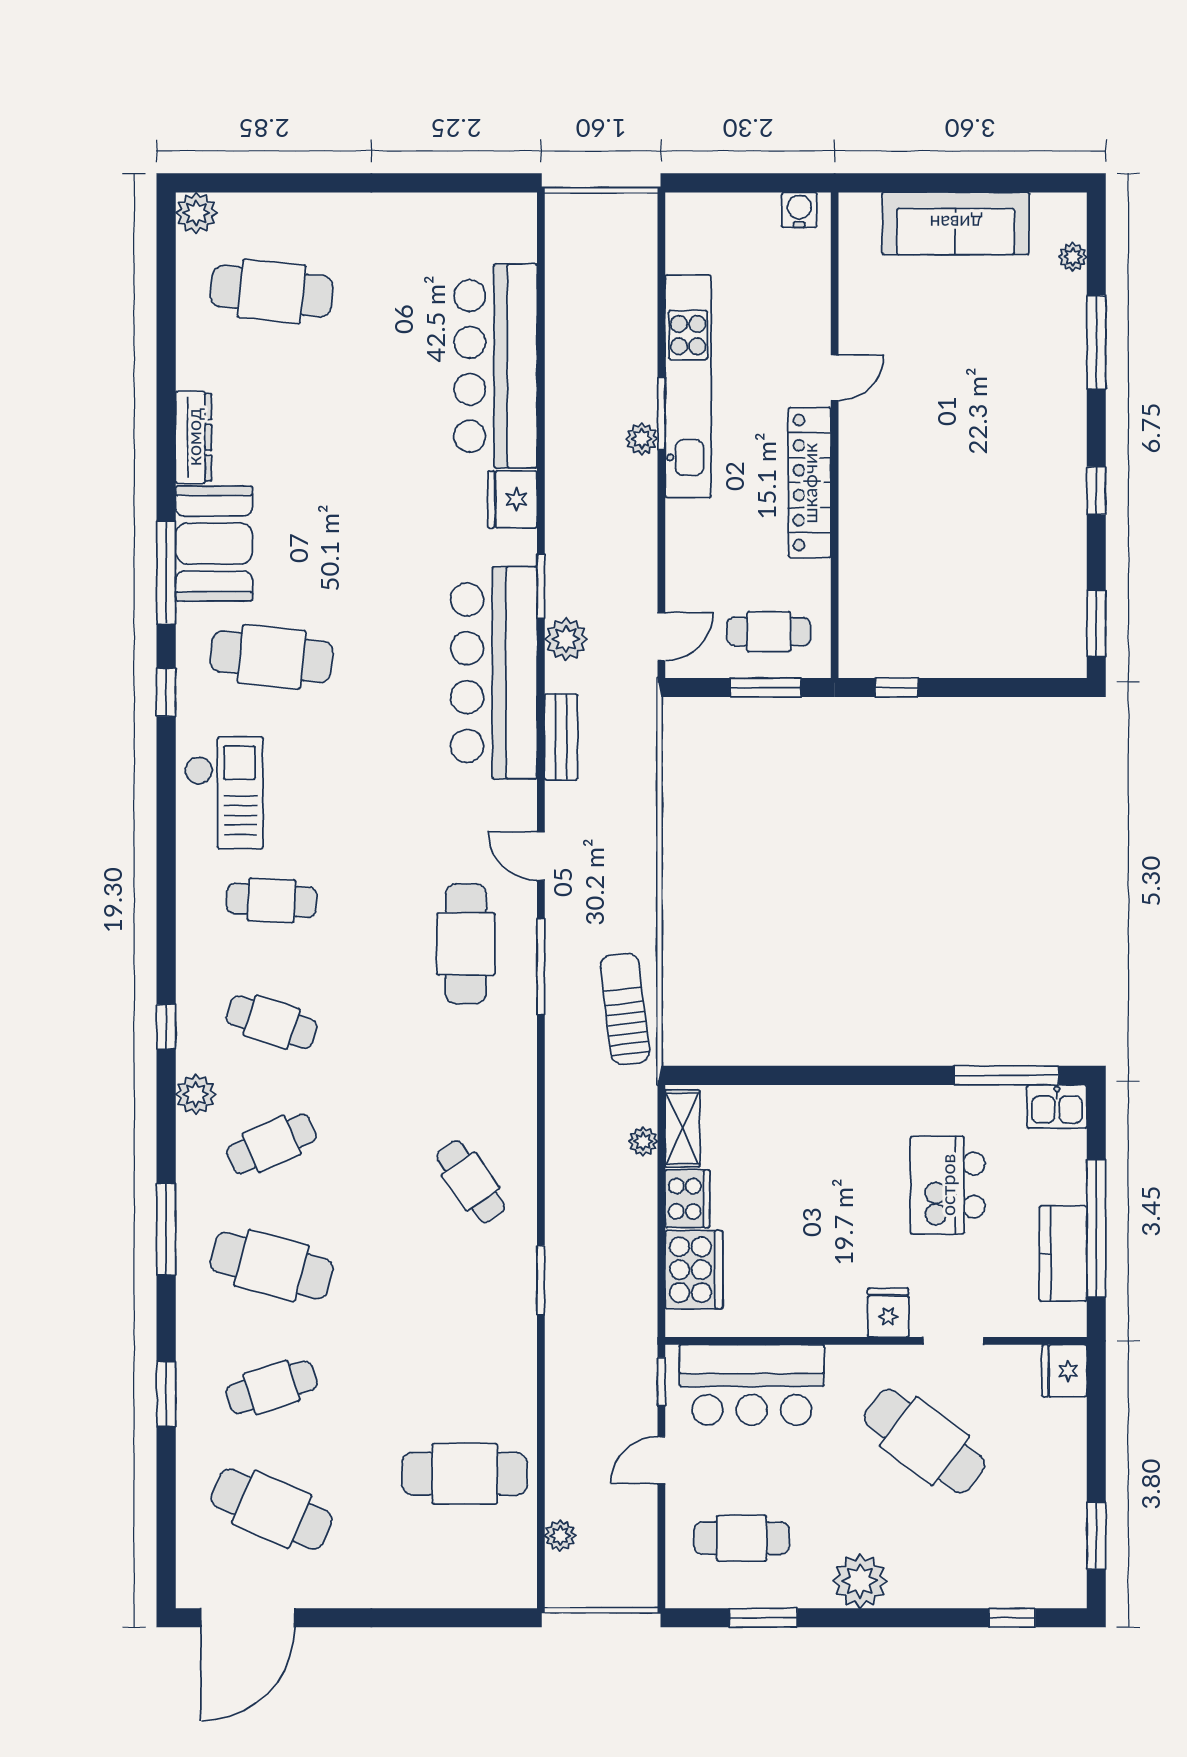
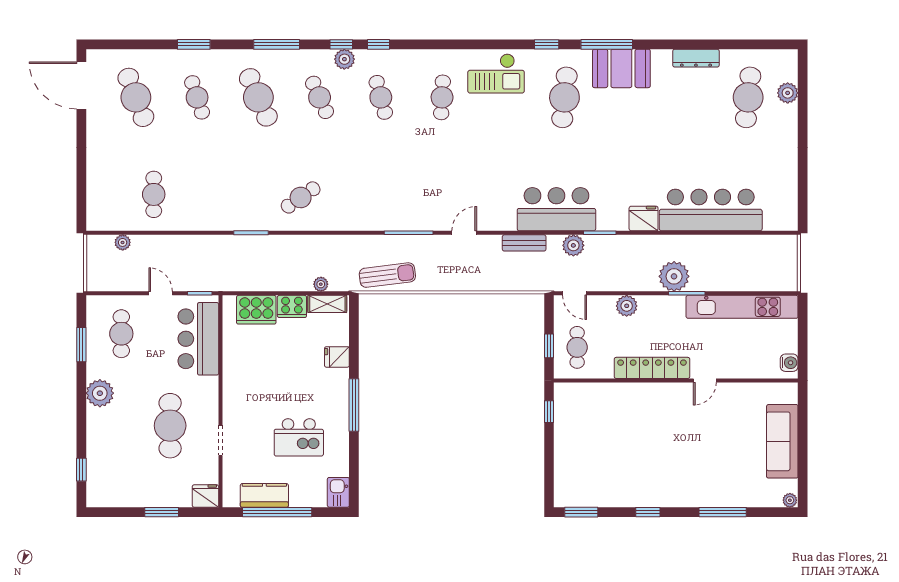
plant: (196, 213) -> (788, 93), moved
plant: (1073, 257) -> (790, 500), moved
door: (835, 378) -> (705, 380), hinge flipped
kitchen unit: (688, 386) -> (742, 307), moved
dresser: (194, 437) -> (696, 58), moved
plant: (642, 439) -> (674, 276), width x1.87, depth x1.87
plant: (686, 533) -> (627, 306), added
bar counter: (494, 673) -> (556, 209), width x0.73
window: (766, 688) -> (549, 346), width x0.67
cafe table: (466, 944) -> (420, 195), removed
cafe table: (272, 1022) -> (381, 97), turned -33
window: (1006, 1075) -> (354, 405), moved
window: (166, 1101) -> (341, 44), added
kitchen island: (948, 1185) -> (299, 437), turned 180
cafe table: (272, 1266) -> (258, 97), turned -39
fridge: (888, 1313) -> (337, 357), moved, turned 180
cafe table: (924, 1441) -> (170, 426), turned -37
cafe table: (465, 1474) -> (154, 194), width x0.73, depth x0.74
cafe table: (272, 1509) -> (136, 97), turned -45
window: (1096, 1536) -> (162, 512), moved

